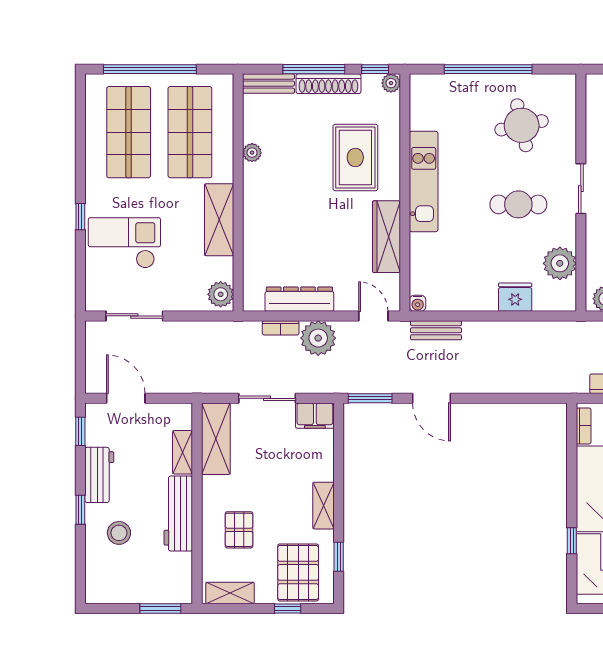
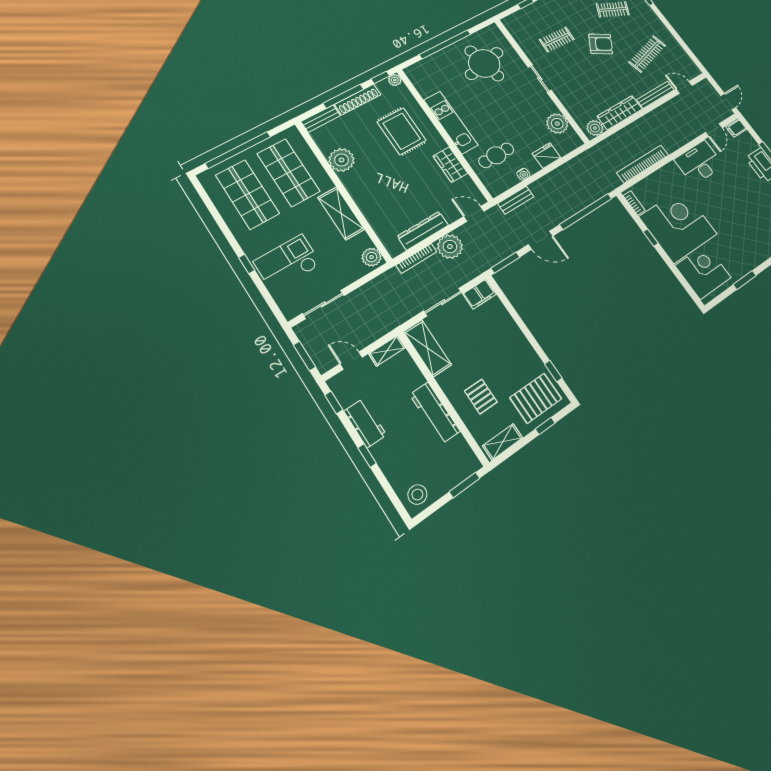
round table: (522, 125) -> (484, 63), width x1.36, depth x1.36
plant: (252, 153) -> (342, 160), width x1.88, depth x1.88
cafe table: (518, 204) -> (496, 155), moved
wardrobe: (386, 237) -> (450, 165), width x0.67
water cooler: (418, 303) -> (523, 174), moved
bookcase: (281, 328) -> (416, 258), width x1.56
window: (80, 361) -> (304, 356), added
door: (126, 398) -> (351, 361), width x0.73
window: (513, 398) -> (586, 211), added
shelving: (183, 452) -> (387, 351), moved, turned 90
shelving: (323, 506) -> (522, 345), removed
stool: (119, 533) -> (417, 495), moved
window: (572, 541) -> (651, 238), moved
pallet: (298, 572) -> (536, 398), turned 90

